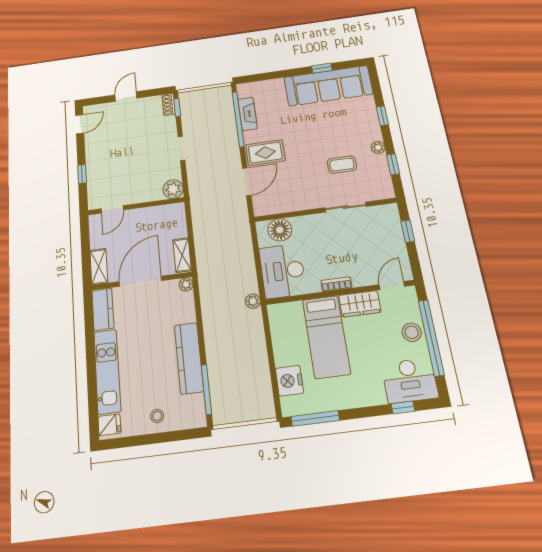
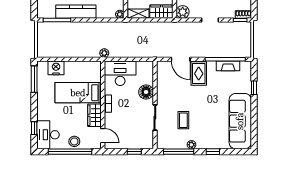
window: (322, 68) -> (254, 88), moved
window: (393, 164) -> (179, 152), width x2.17
wardrobe: (176, 220) -> (161, 12), added
floor lamp: (280, 230) -> (146, 92), moved

